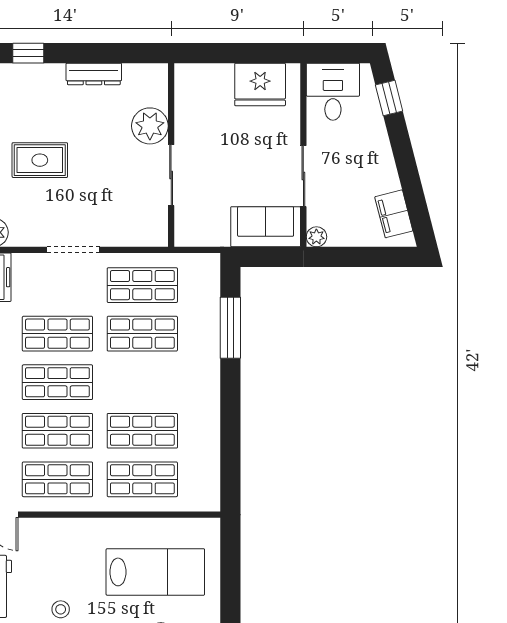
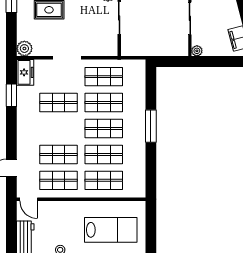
sofa: (266, 227) -> (170, 45), removed
window: (230, 328) -> (151, 126), moved
shop shelf: (57, 382) -> (104, 128), moved

